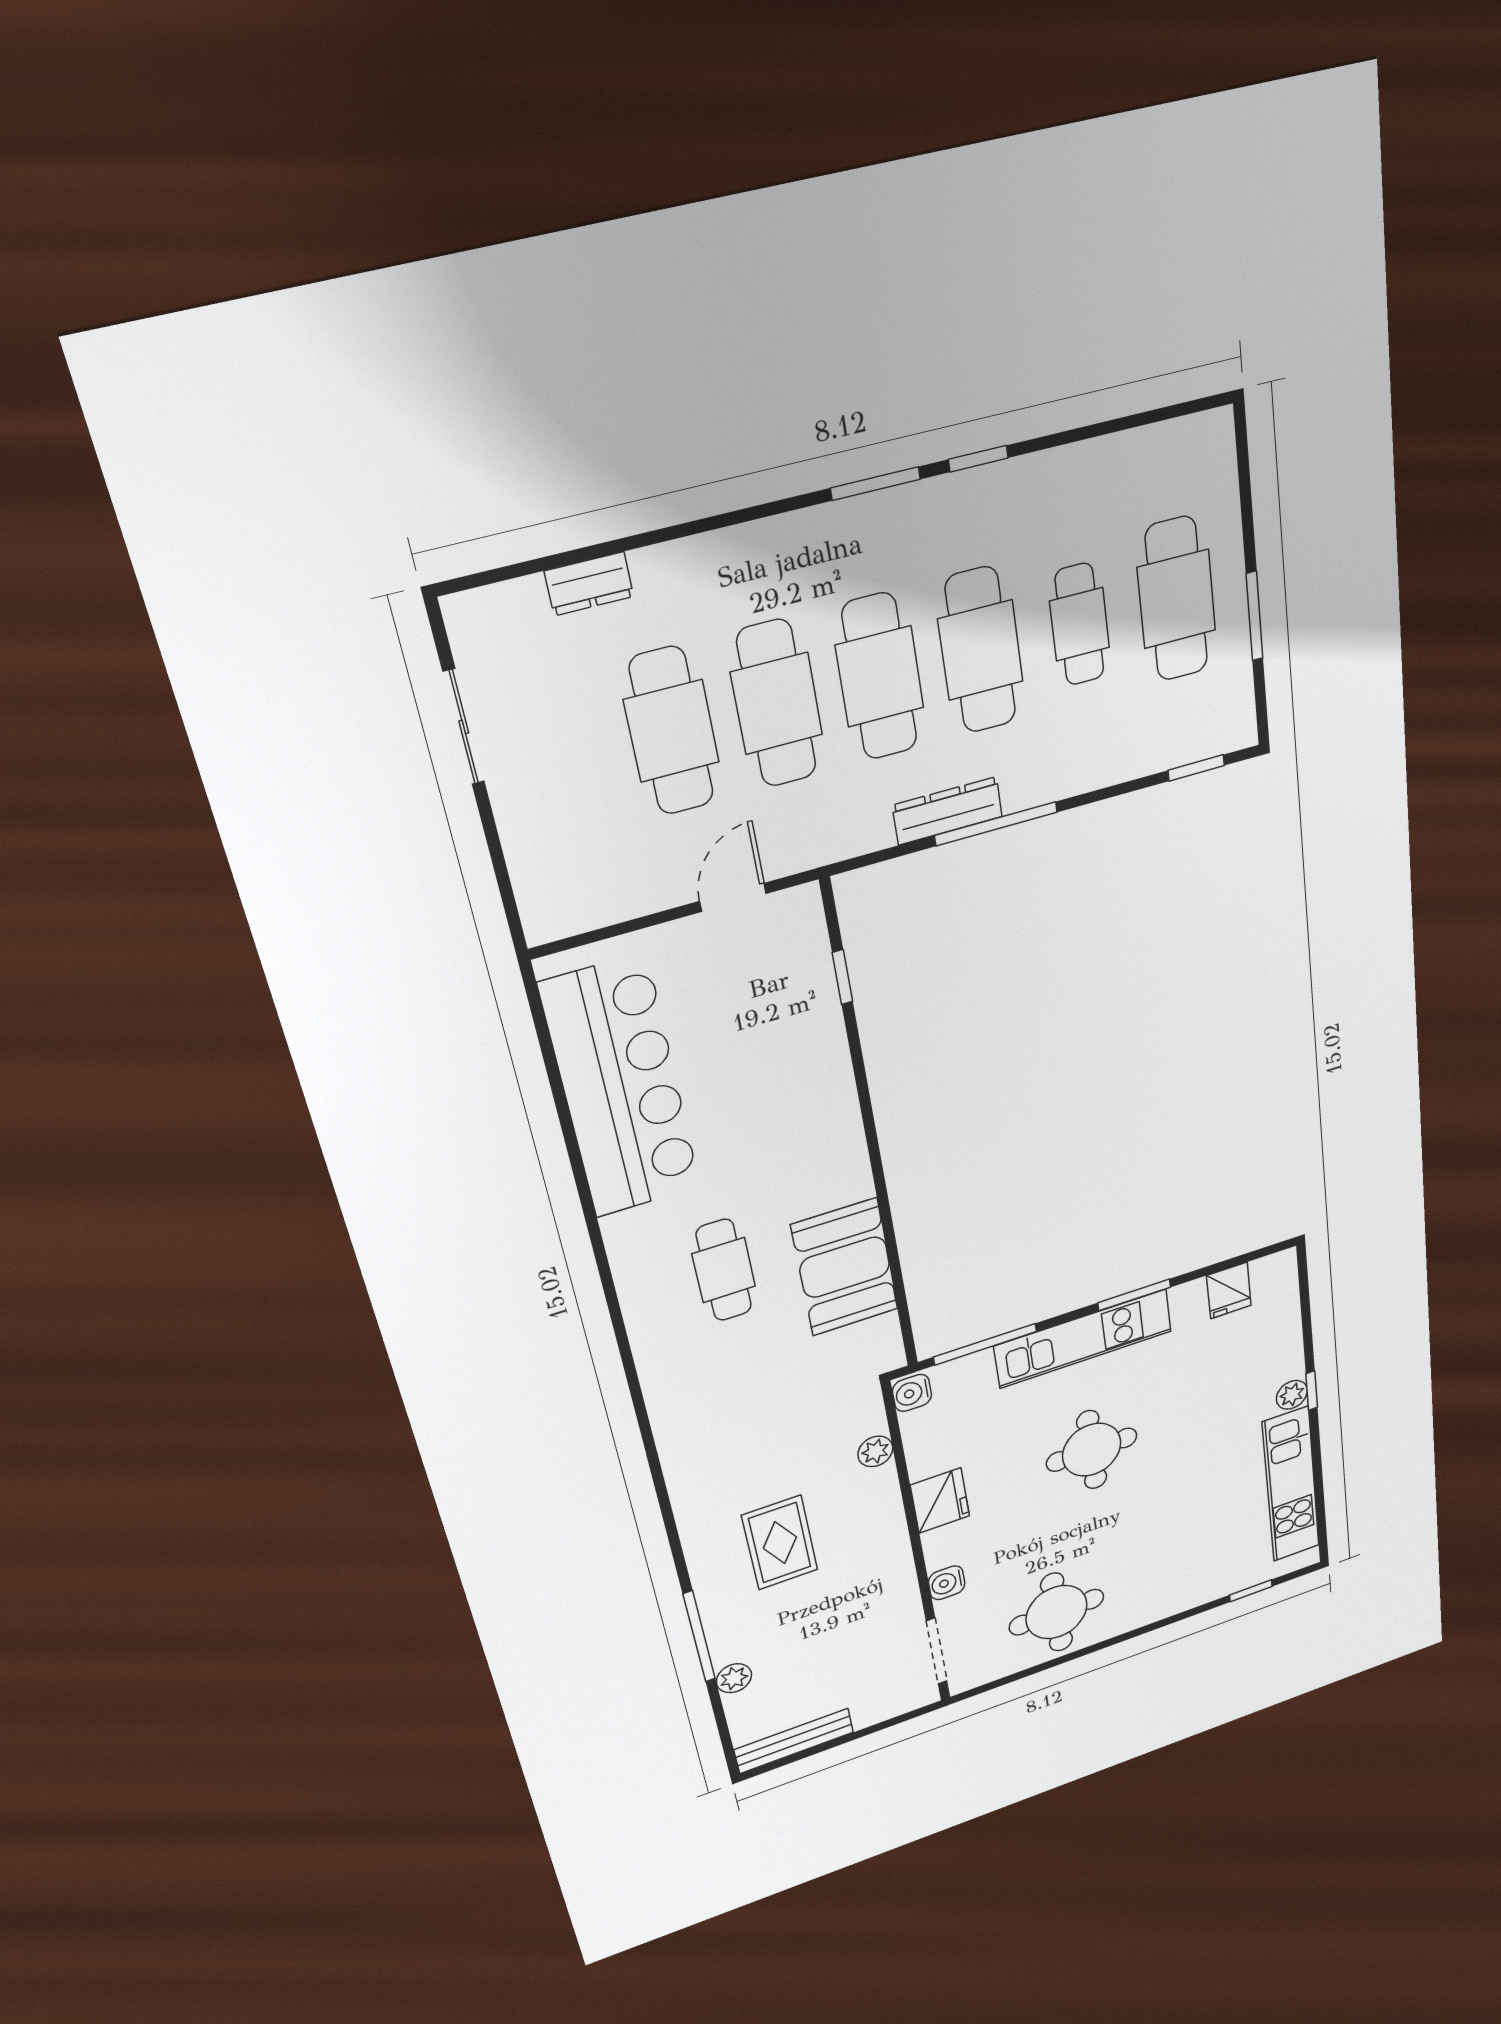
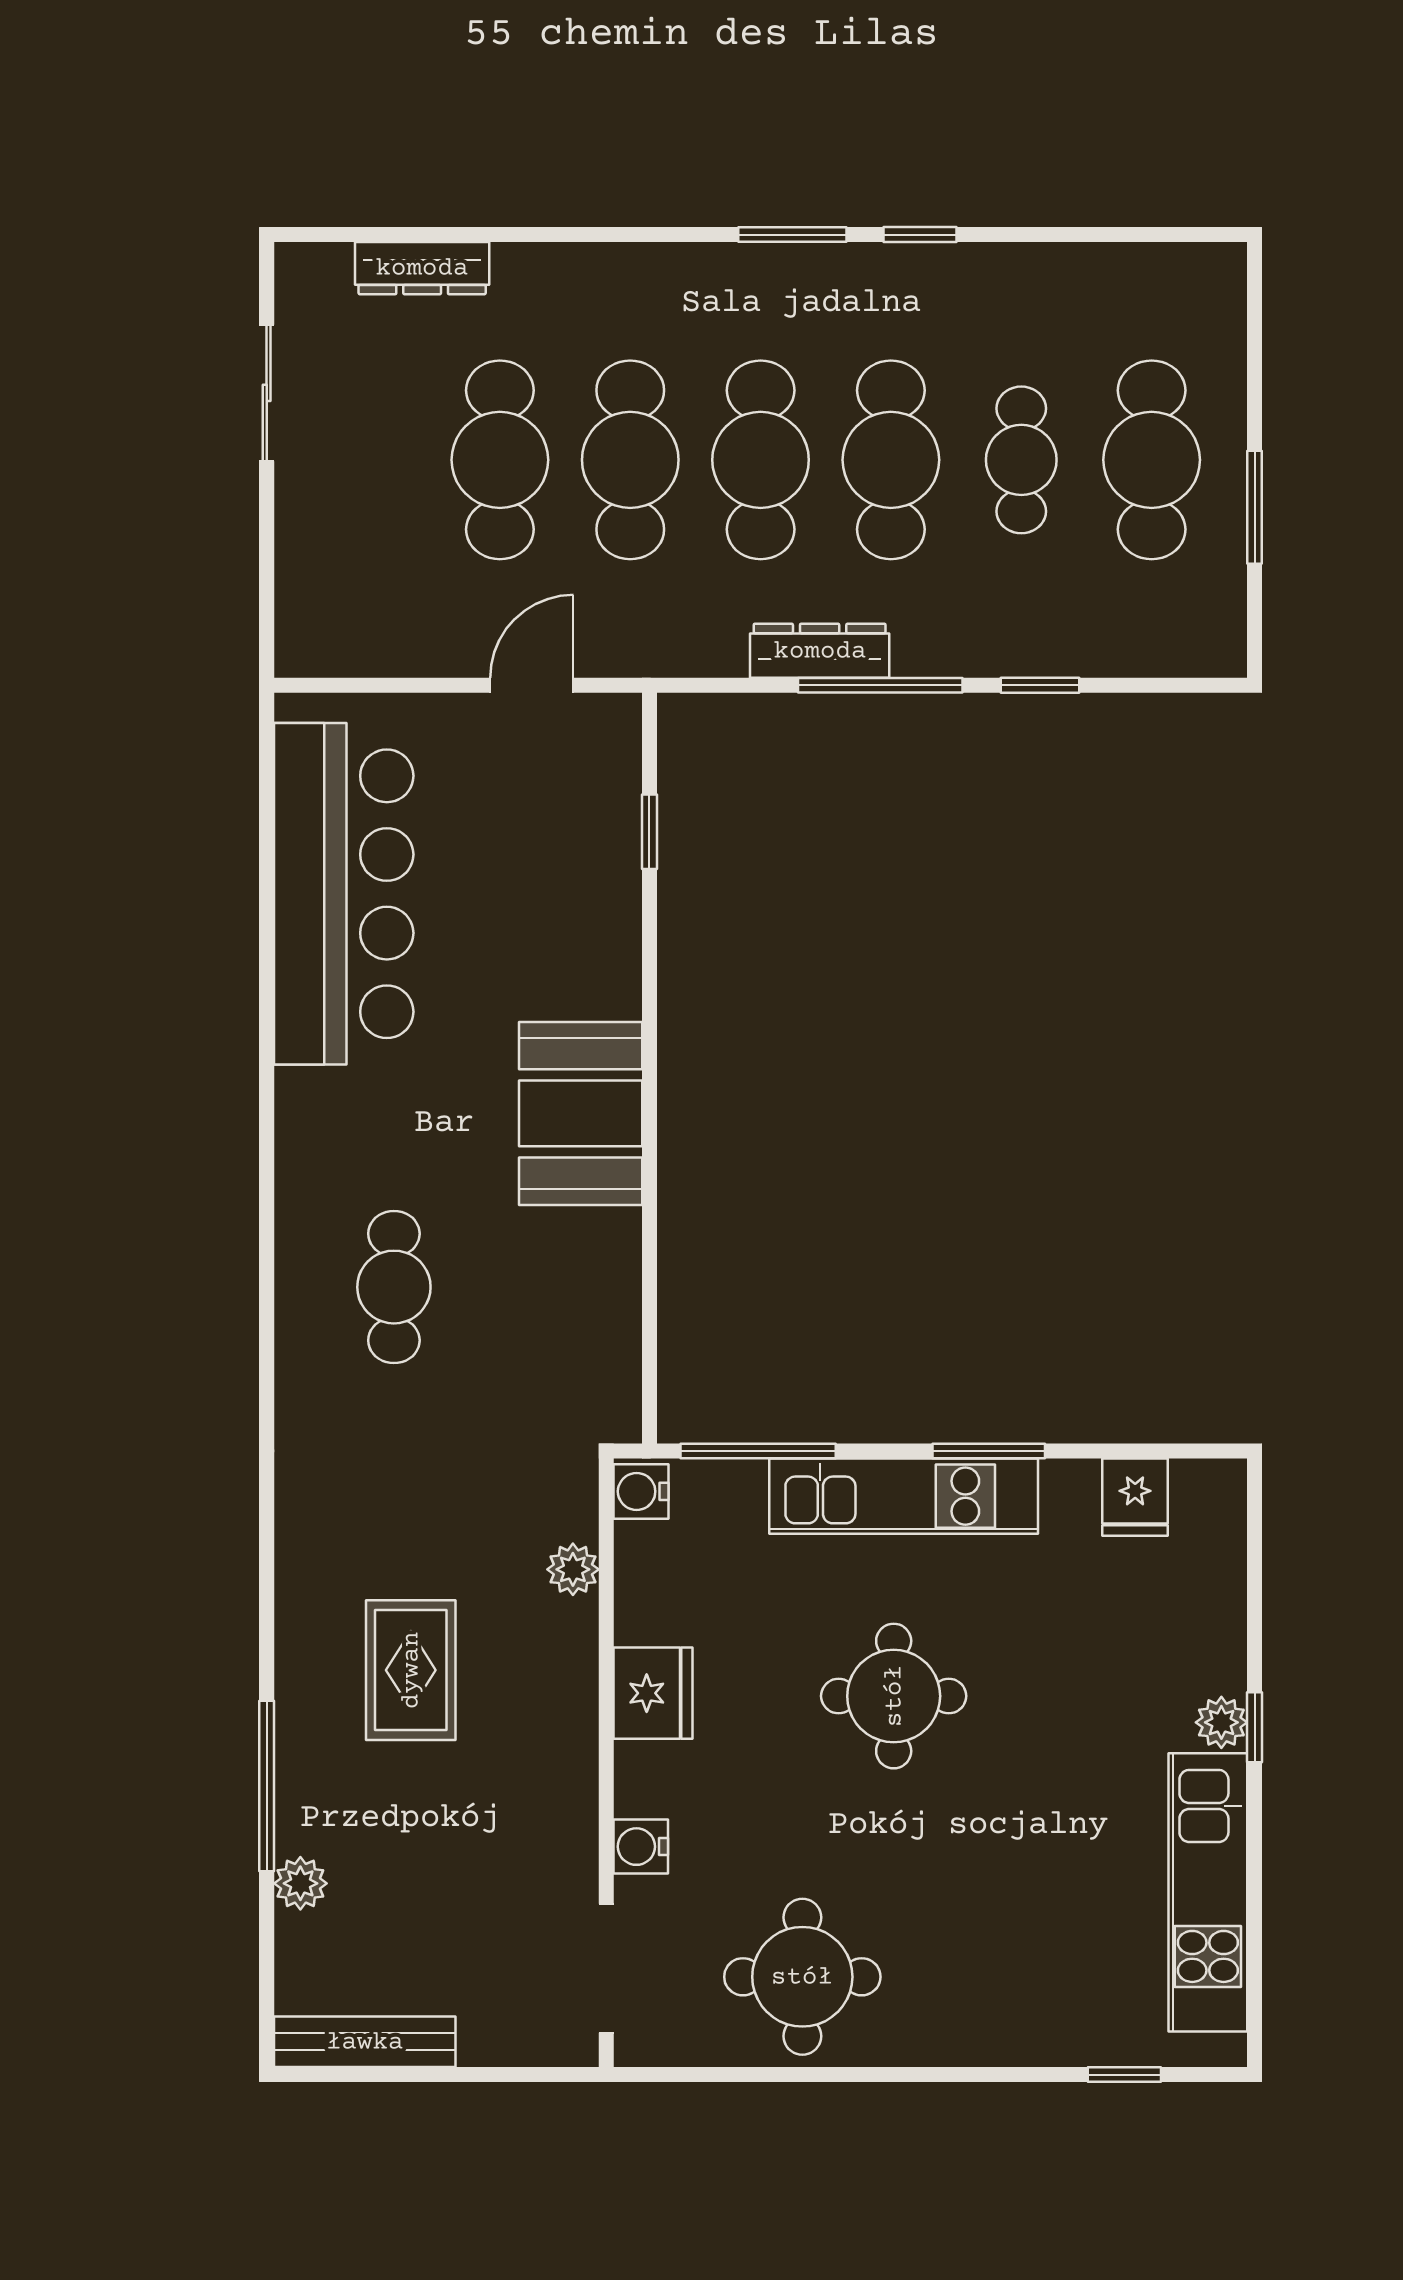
dresser: (589, 584) -> (422, 268), width x1.44
window: (1196, 768) -> (1040, 685), moved
booth: (845, 1267) -> (581, 1113), moved
cafe table: (724, 1270) -> (394, 1287), moved

